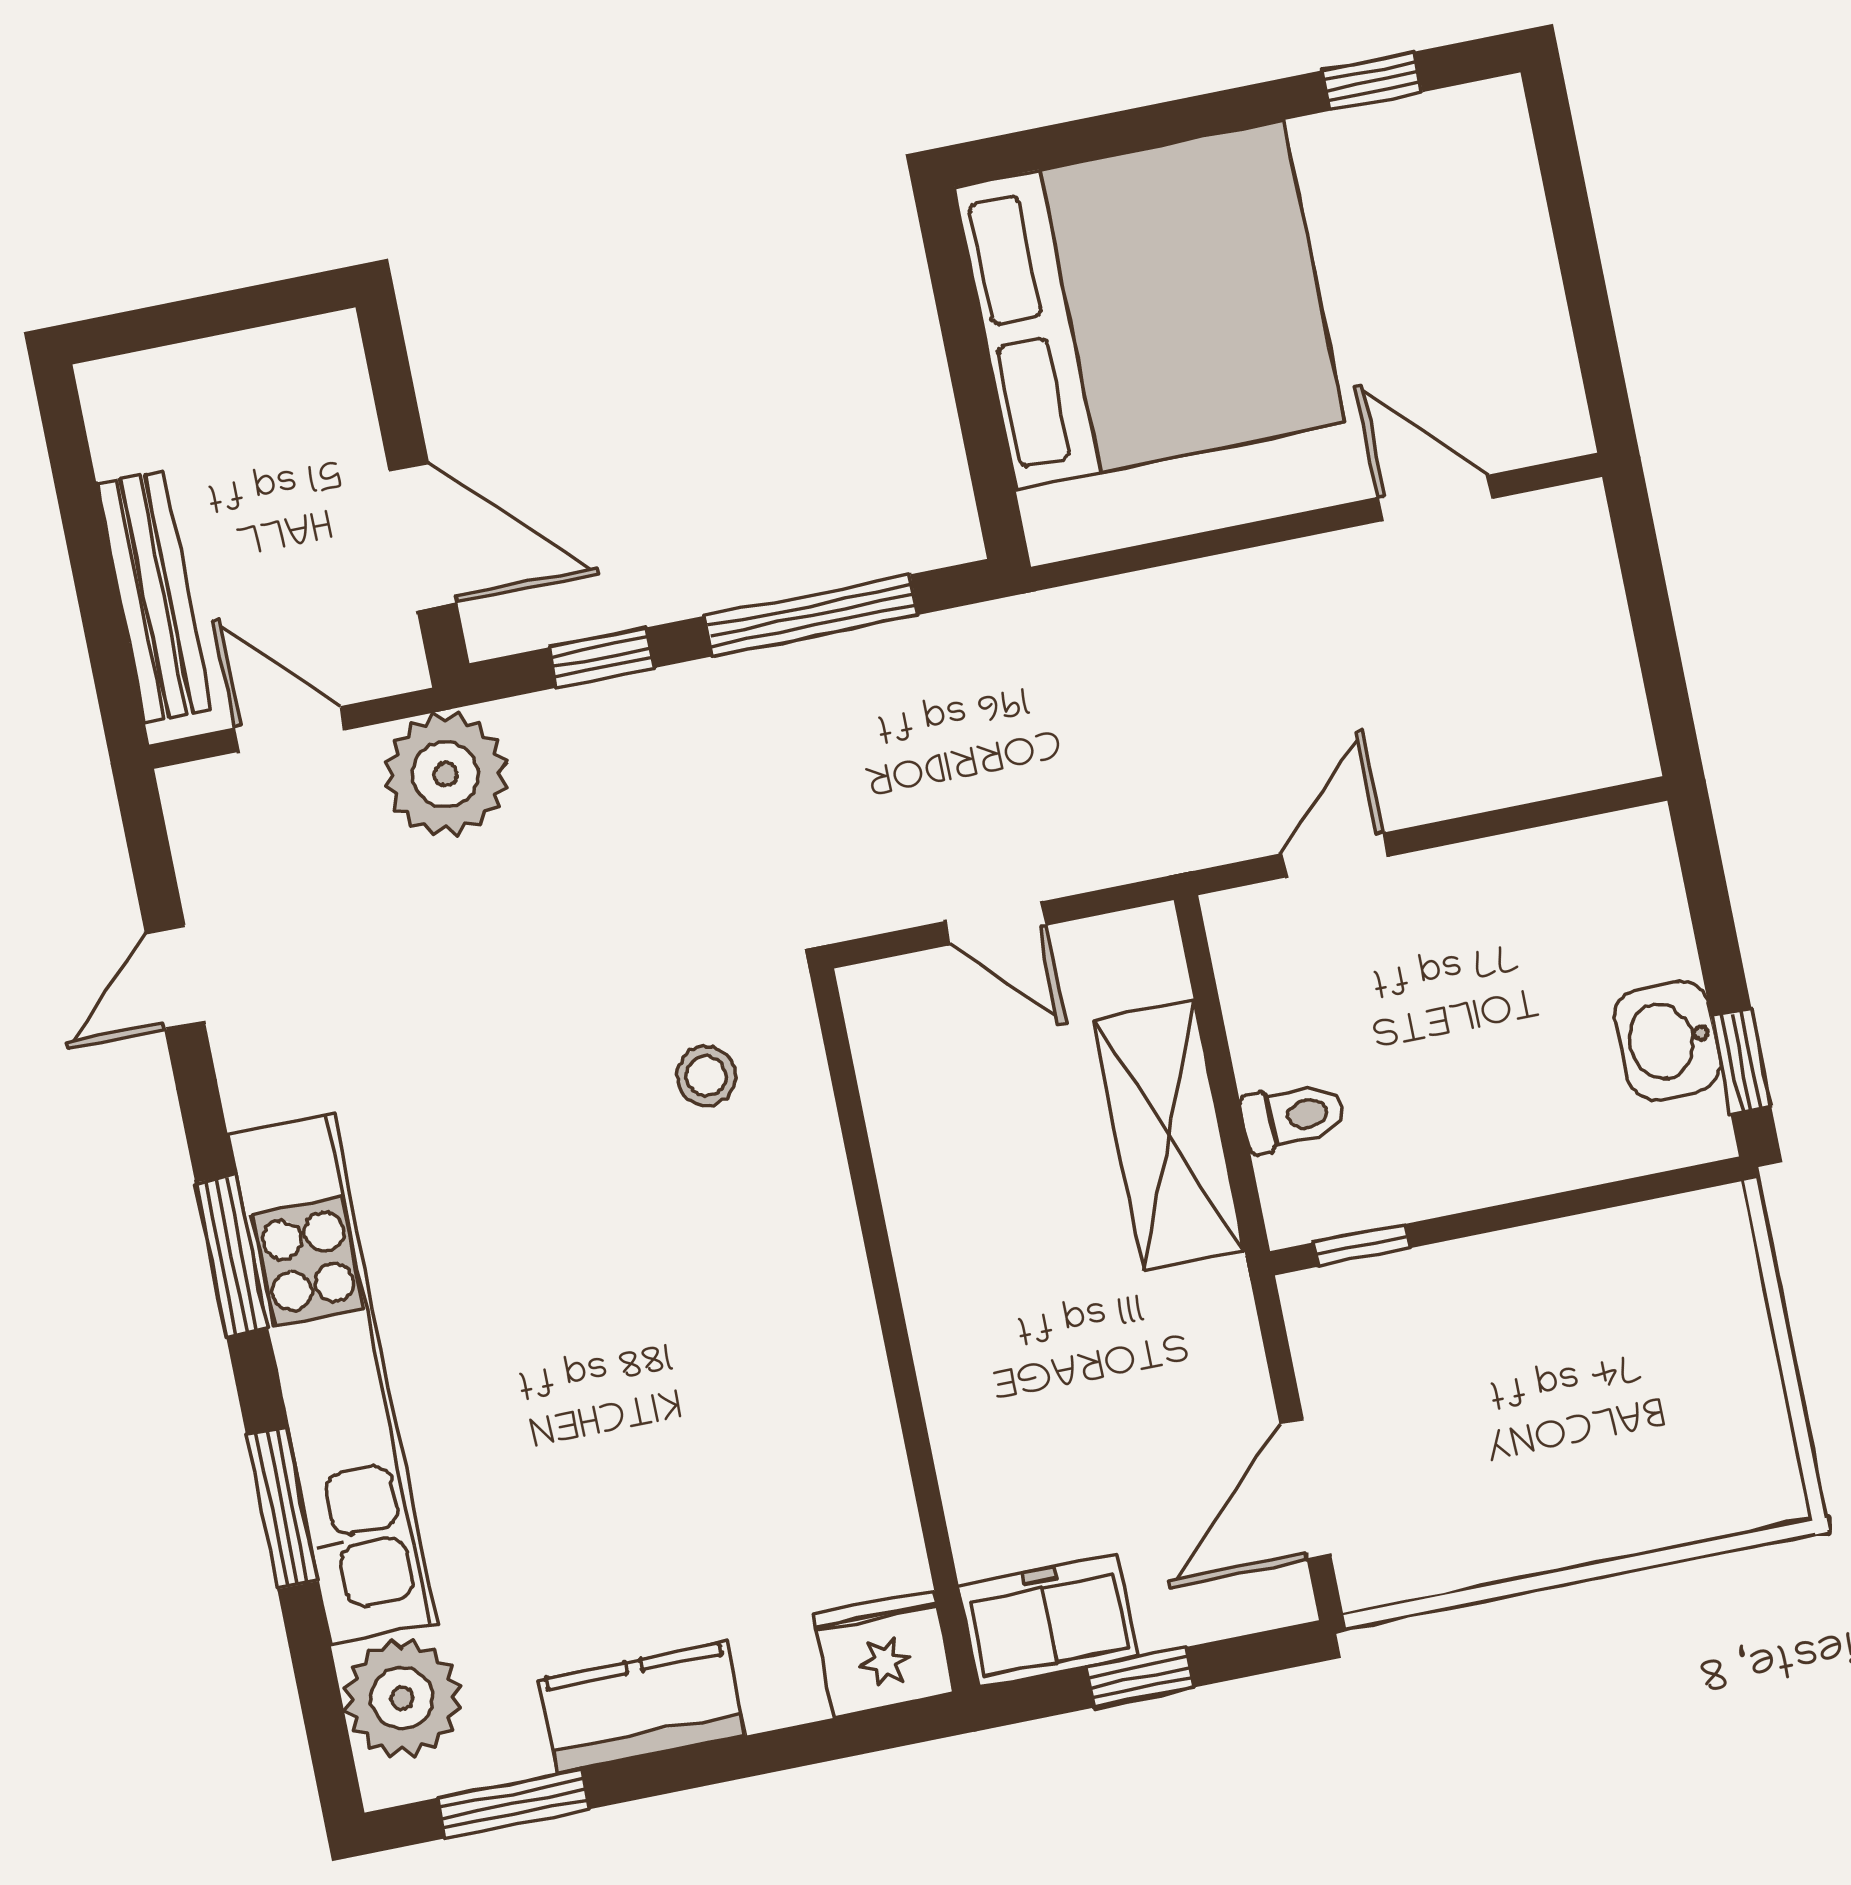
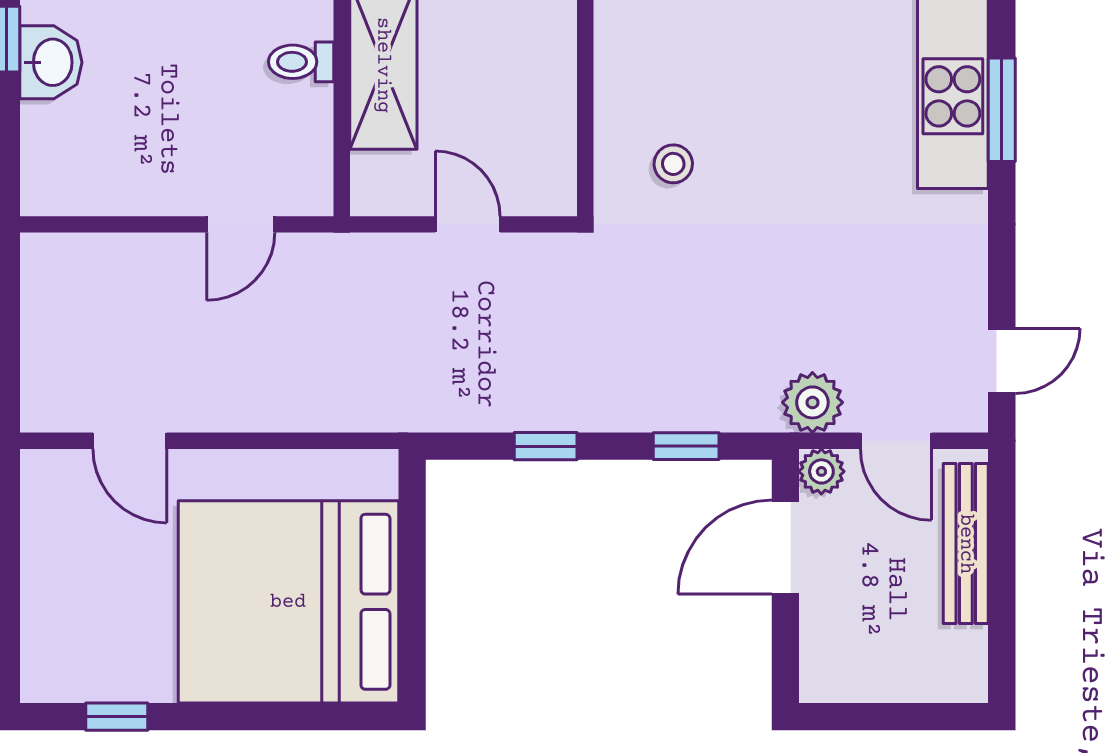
door: (423, 536) -> (785, 547), hinge flipped
window: (812, 615) -> (546, 446), width x0.46
plant: (392, 661) -> (821, 471), added
plant: (446, 774) -> (812, 402), width x0.73, depth x0.73
door: (175, 977) -> (1002, 361), moved

